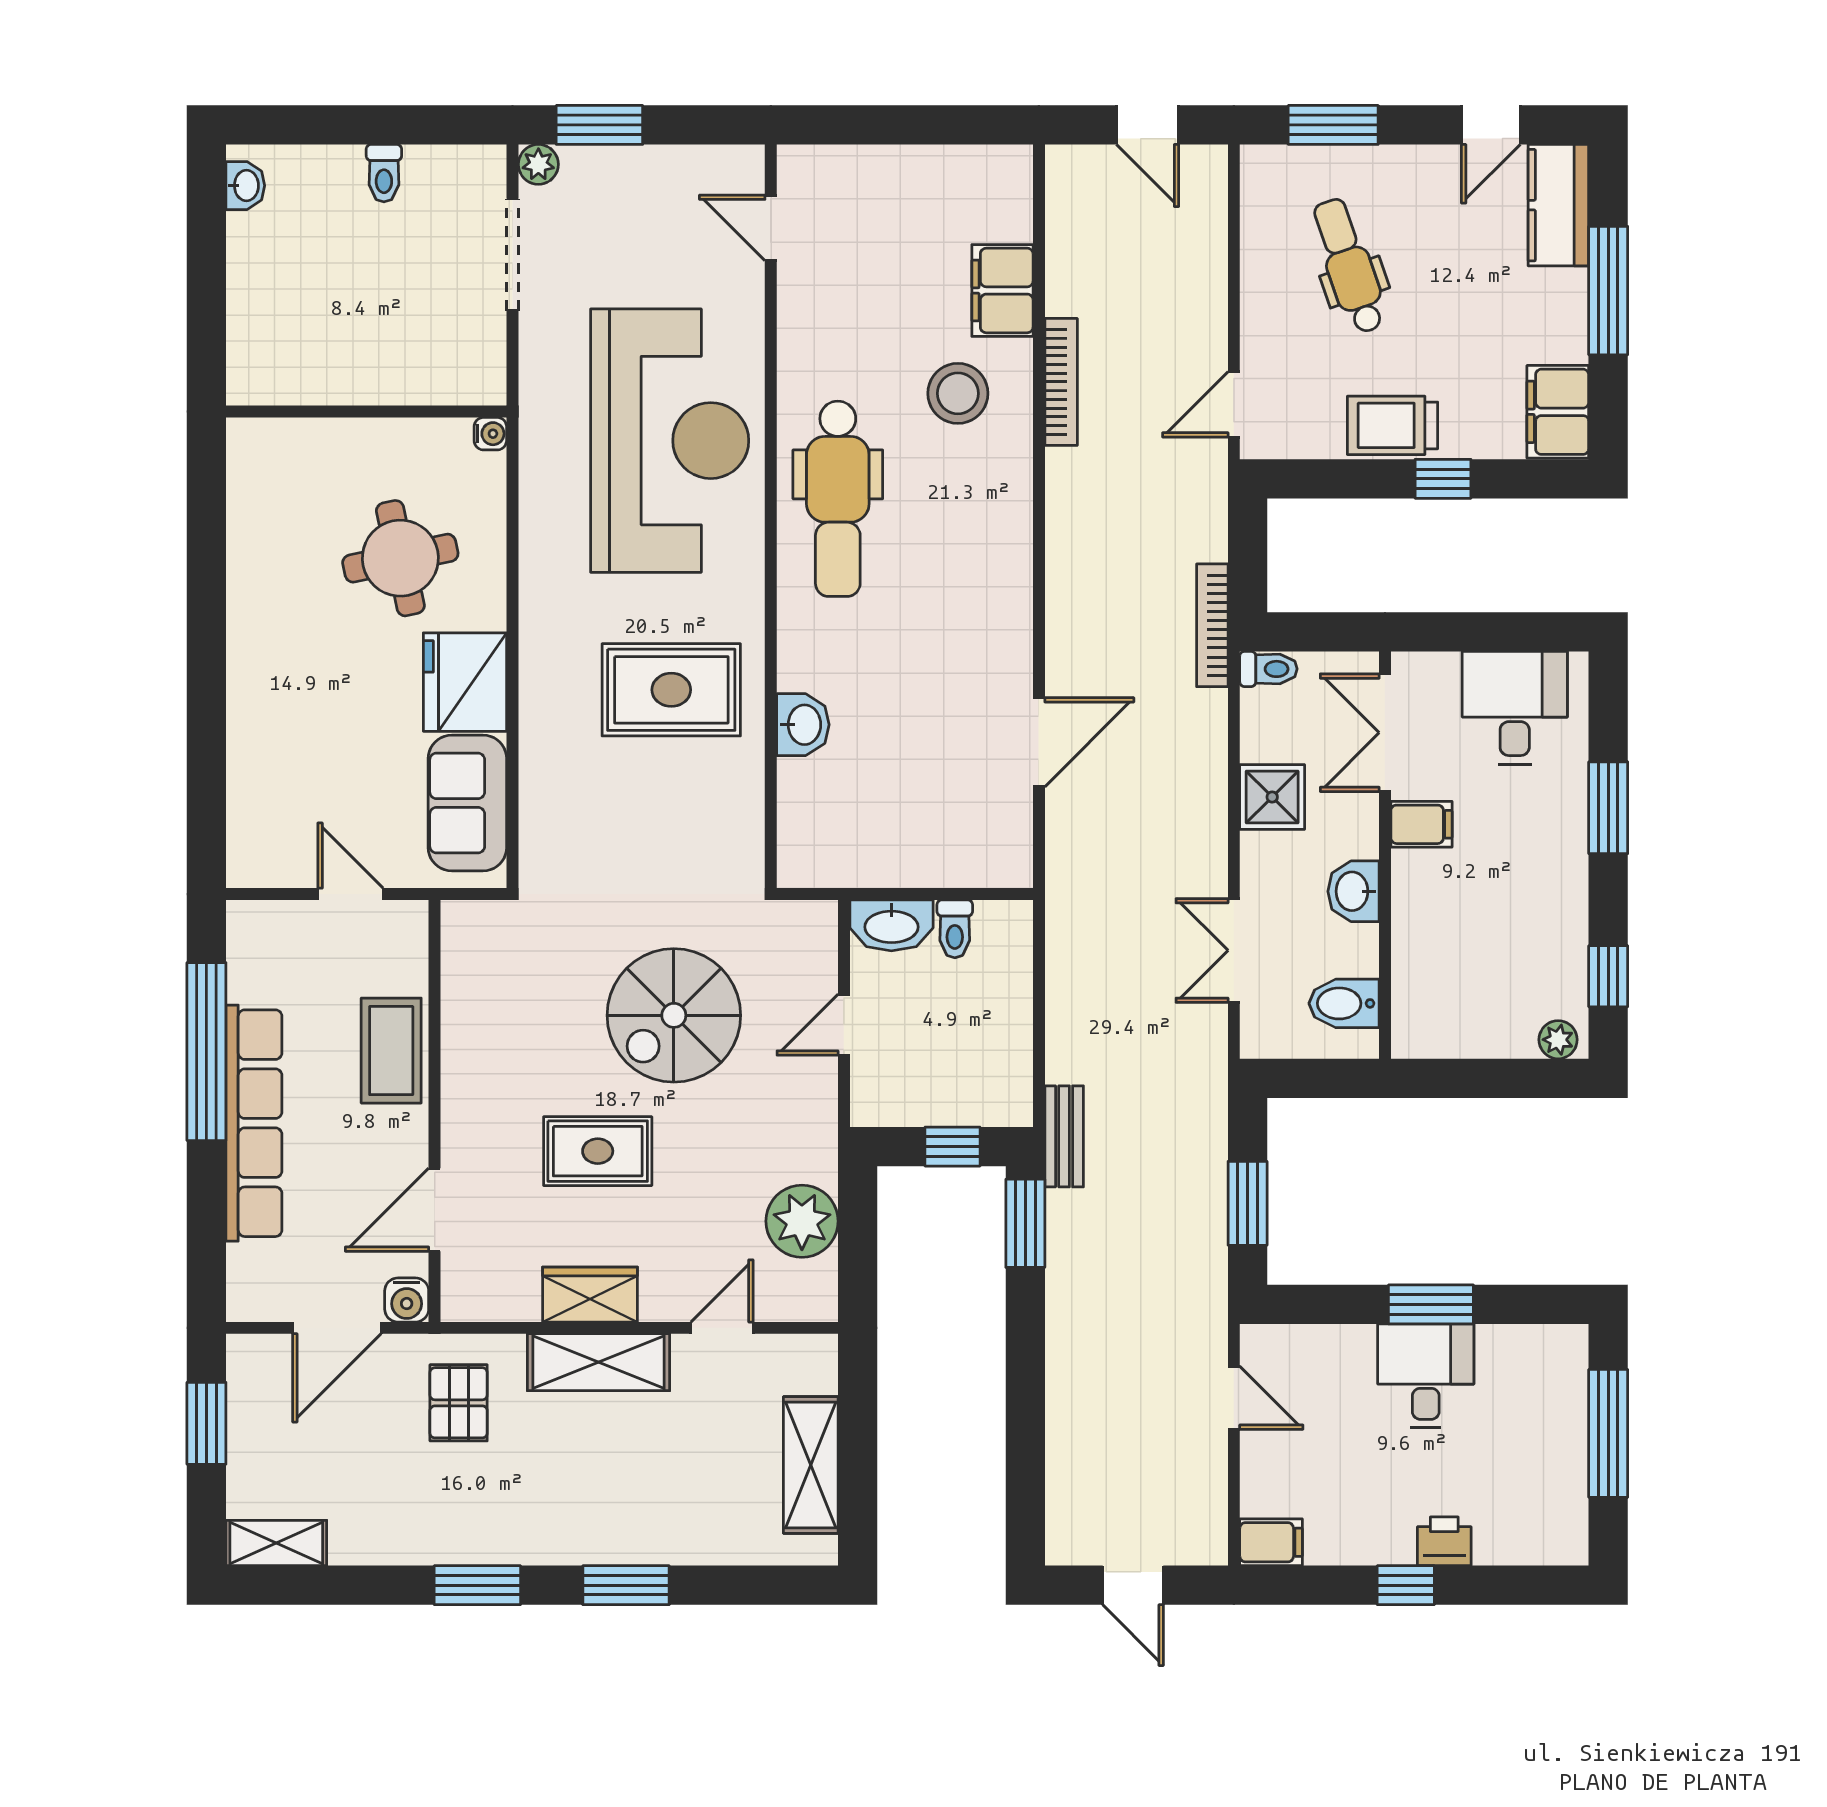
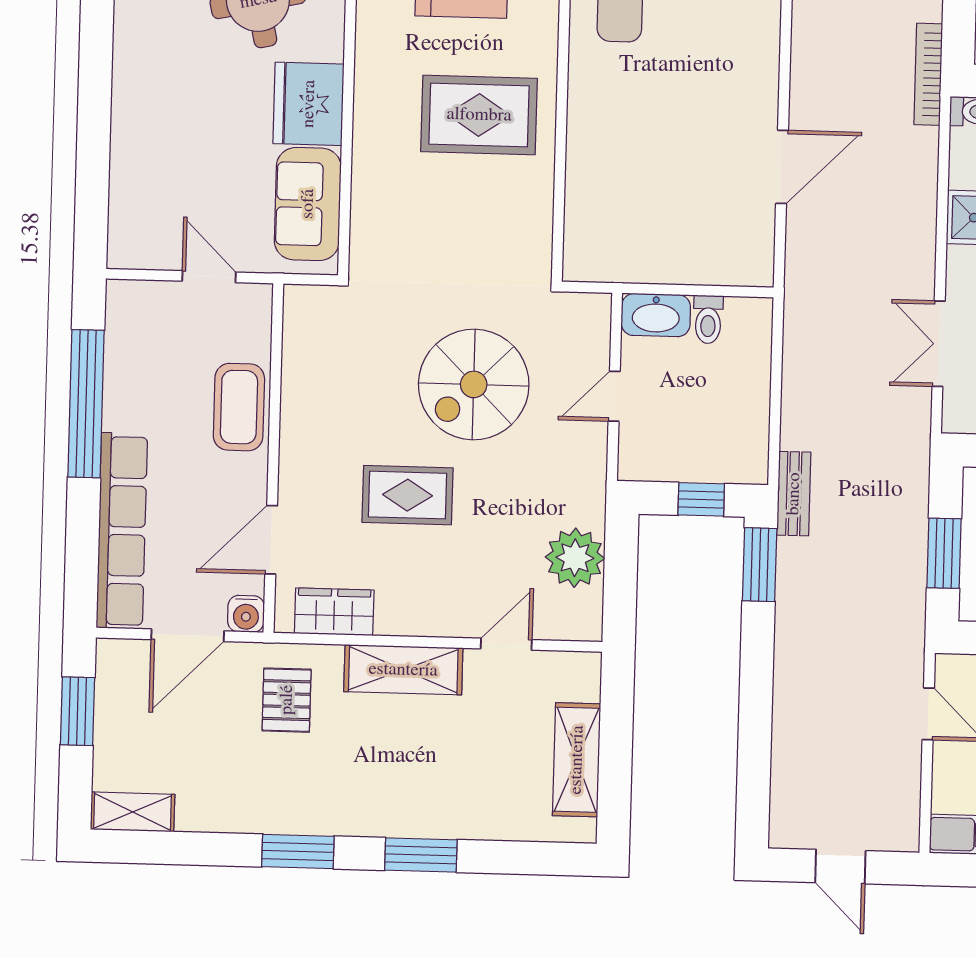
washbasin: (803, 725) -> (587, 147), removed
row of seats: (254, 1123) -> (122, 531), moved
wardrobe: (590, 1295) -> (334, 612), moved

